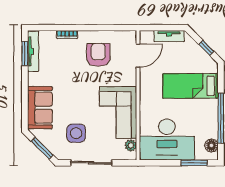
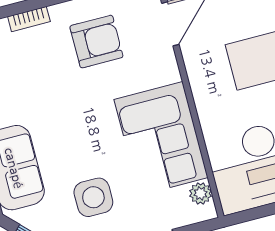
armchair: (98, 55) -> (96, 42), turned 90

